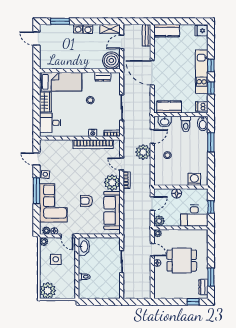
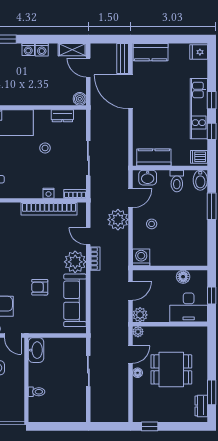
door: (122, 42) -> (88, 68), hinge flipped
boiler: (111, 60) -> (80, 99), width x0.54, depth x0.54
door: (152, 73) -> (131, 92), moved
washing machine: (194, 179) -> (141, 257), moved
floor lamp: (177, 193) -> (183, 277), moved
door: (152, 250) -> (131, 355), hinge flipped
window: (193, 302) -> (150, 426), moved

